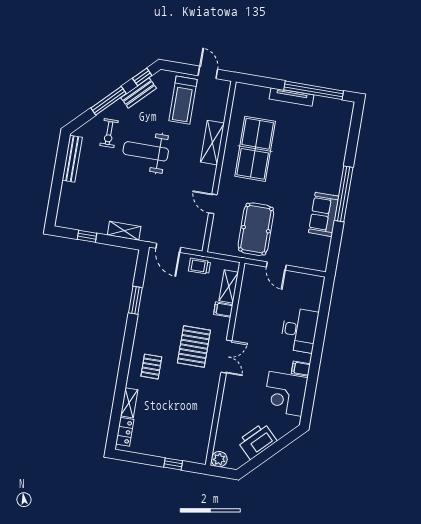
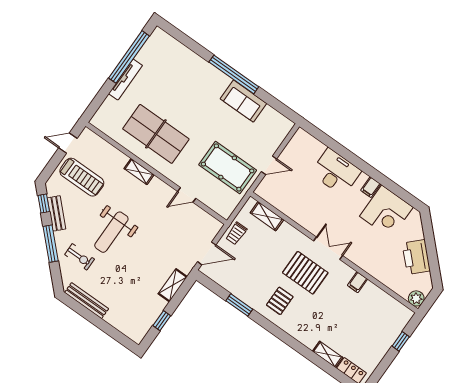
shelving: (212, 143) -> (139, 172), width x0.67, depth x0.75
filing cabinet: (223, 310) -> (357, 282), moved
pallet: (151, 367) -> (280, 301), moved, turned 90

